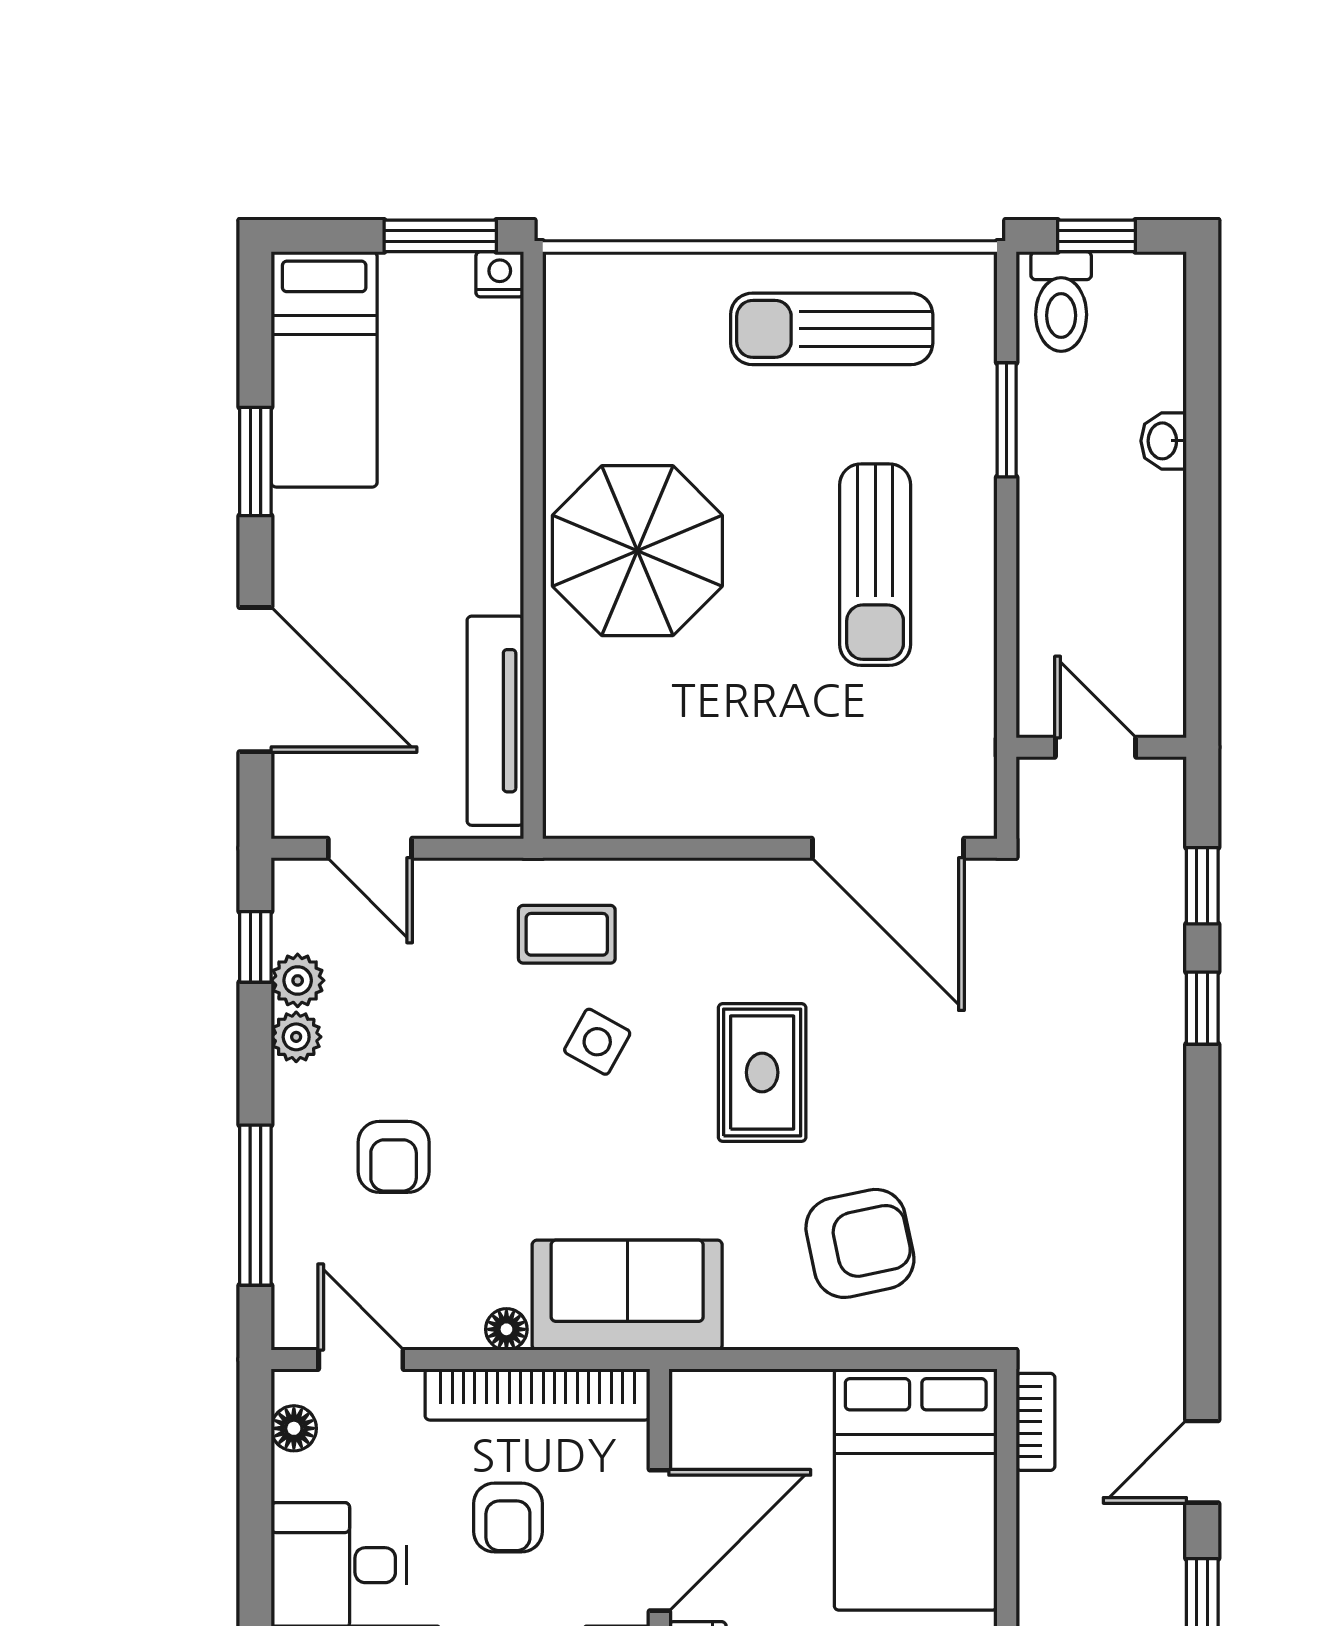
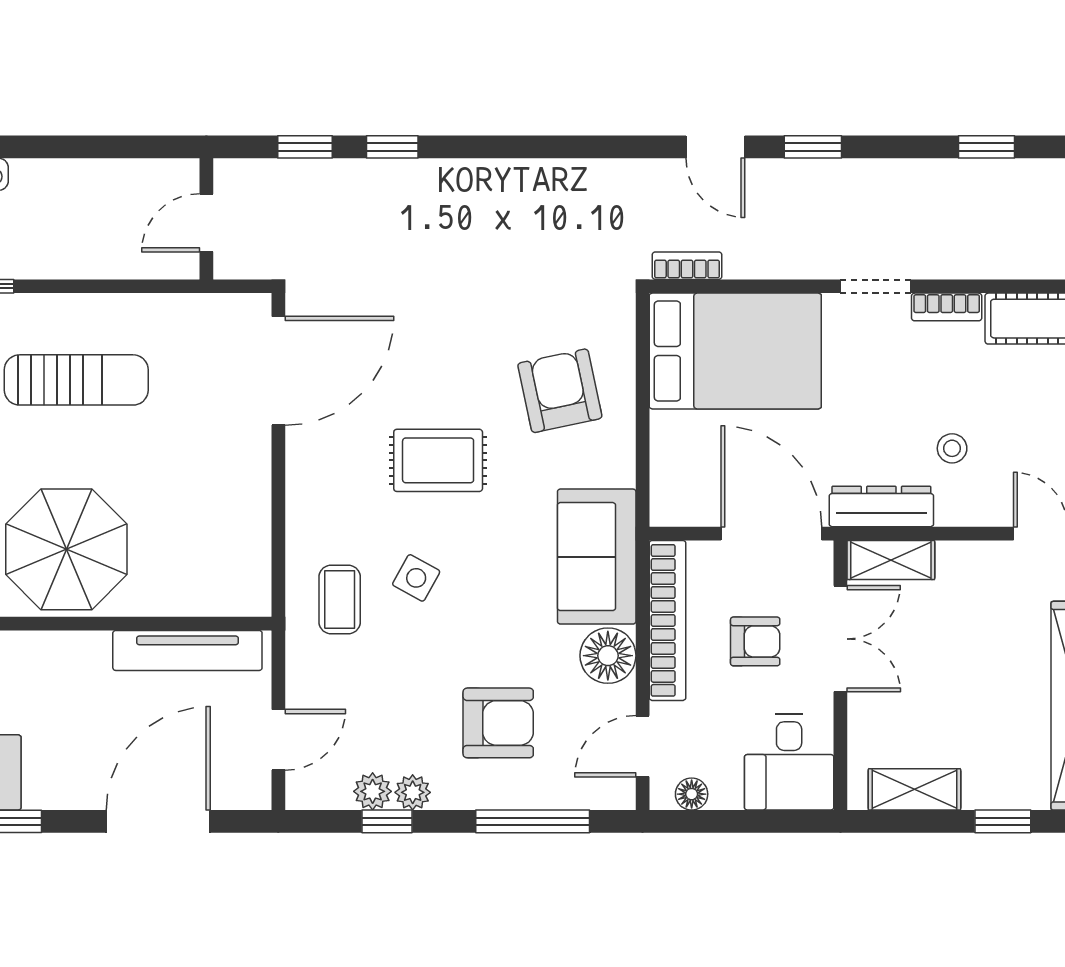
window: (255, 947) -> (387, 821), moved
armchair: (394, 1157) -> (498, 723), width x1.38, depth x1.38
floor lamp: (506, 1329) -> (608, 656), width x1.89, depth x1.89

